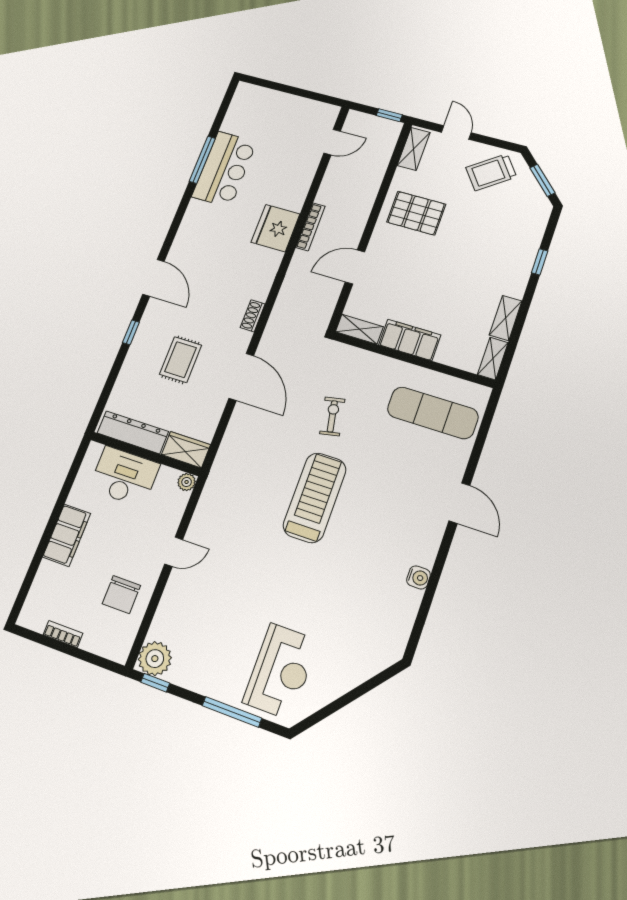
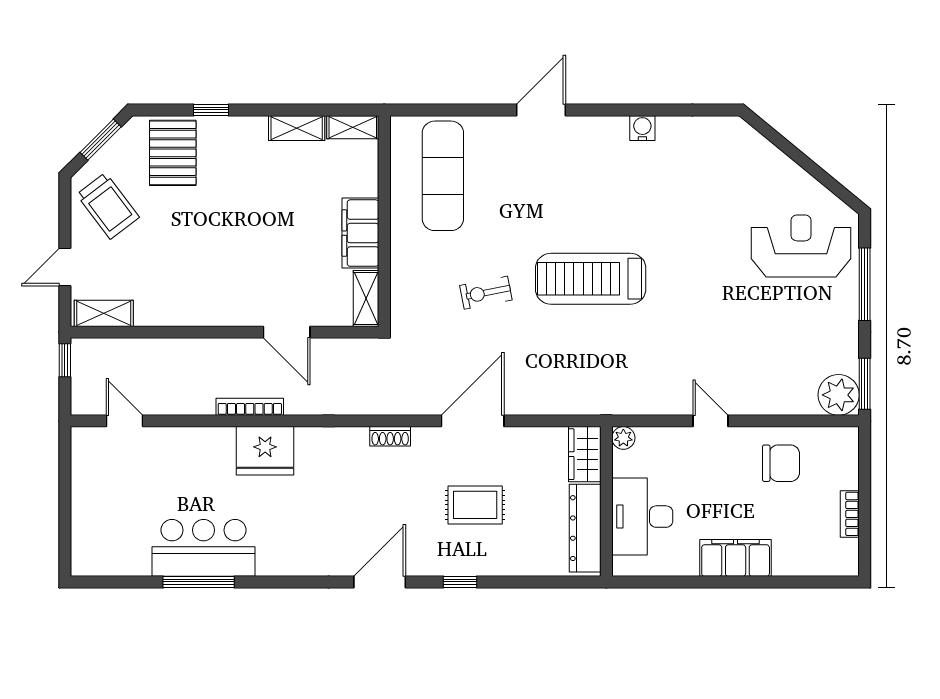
pallet: (416, 213) -> (173, 153), moved
window: (155, 683) -> (865, 384), width x1.50

